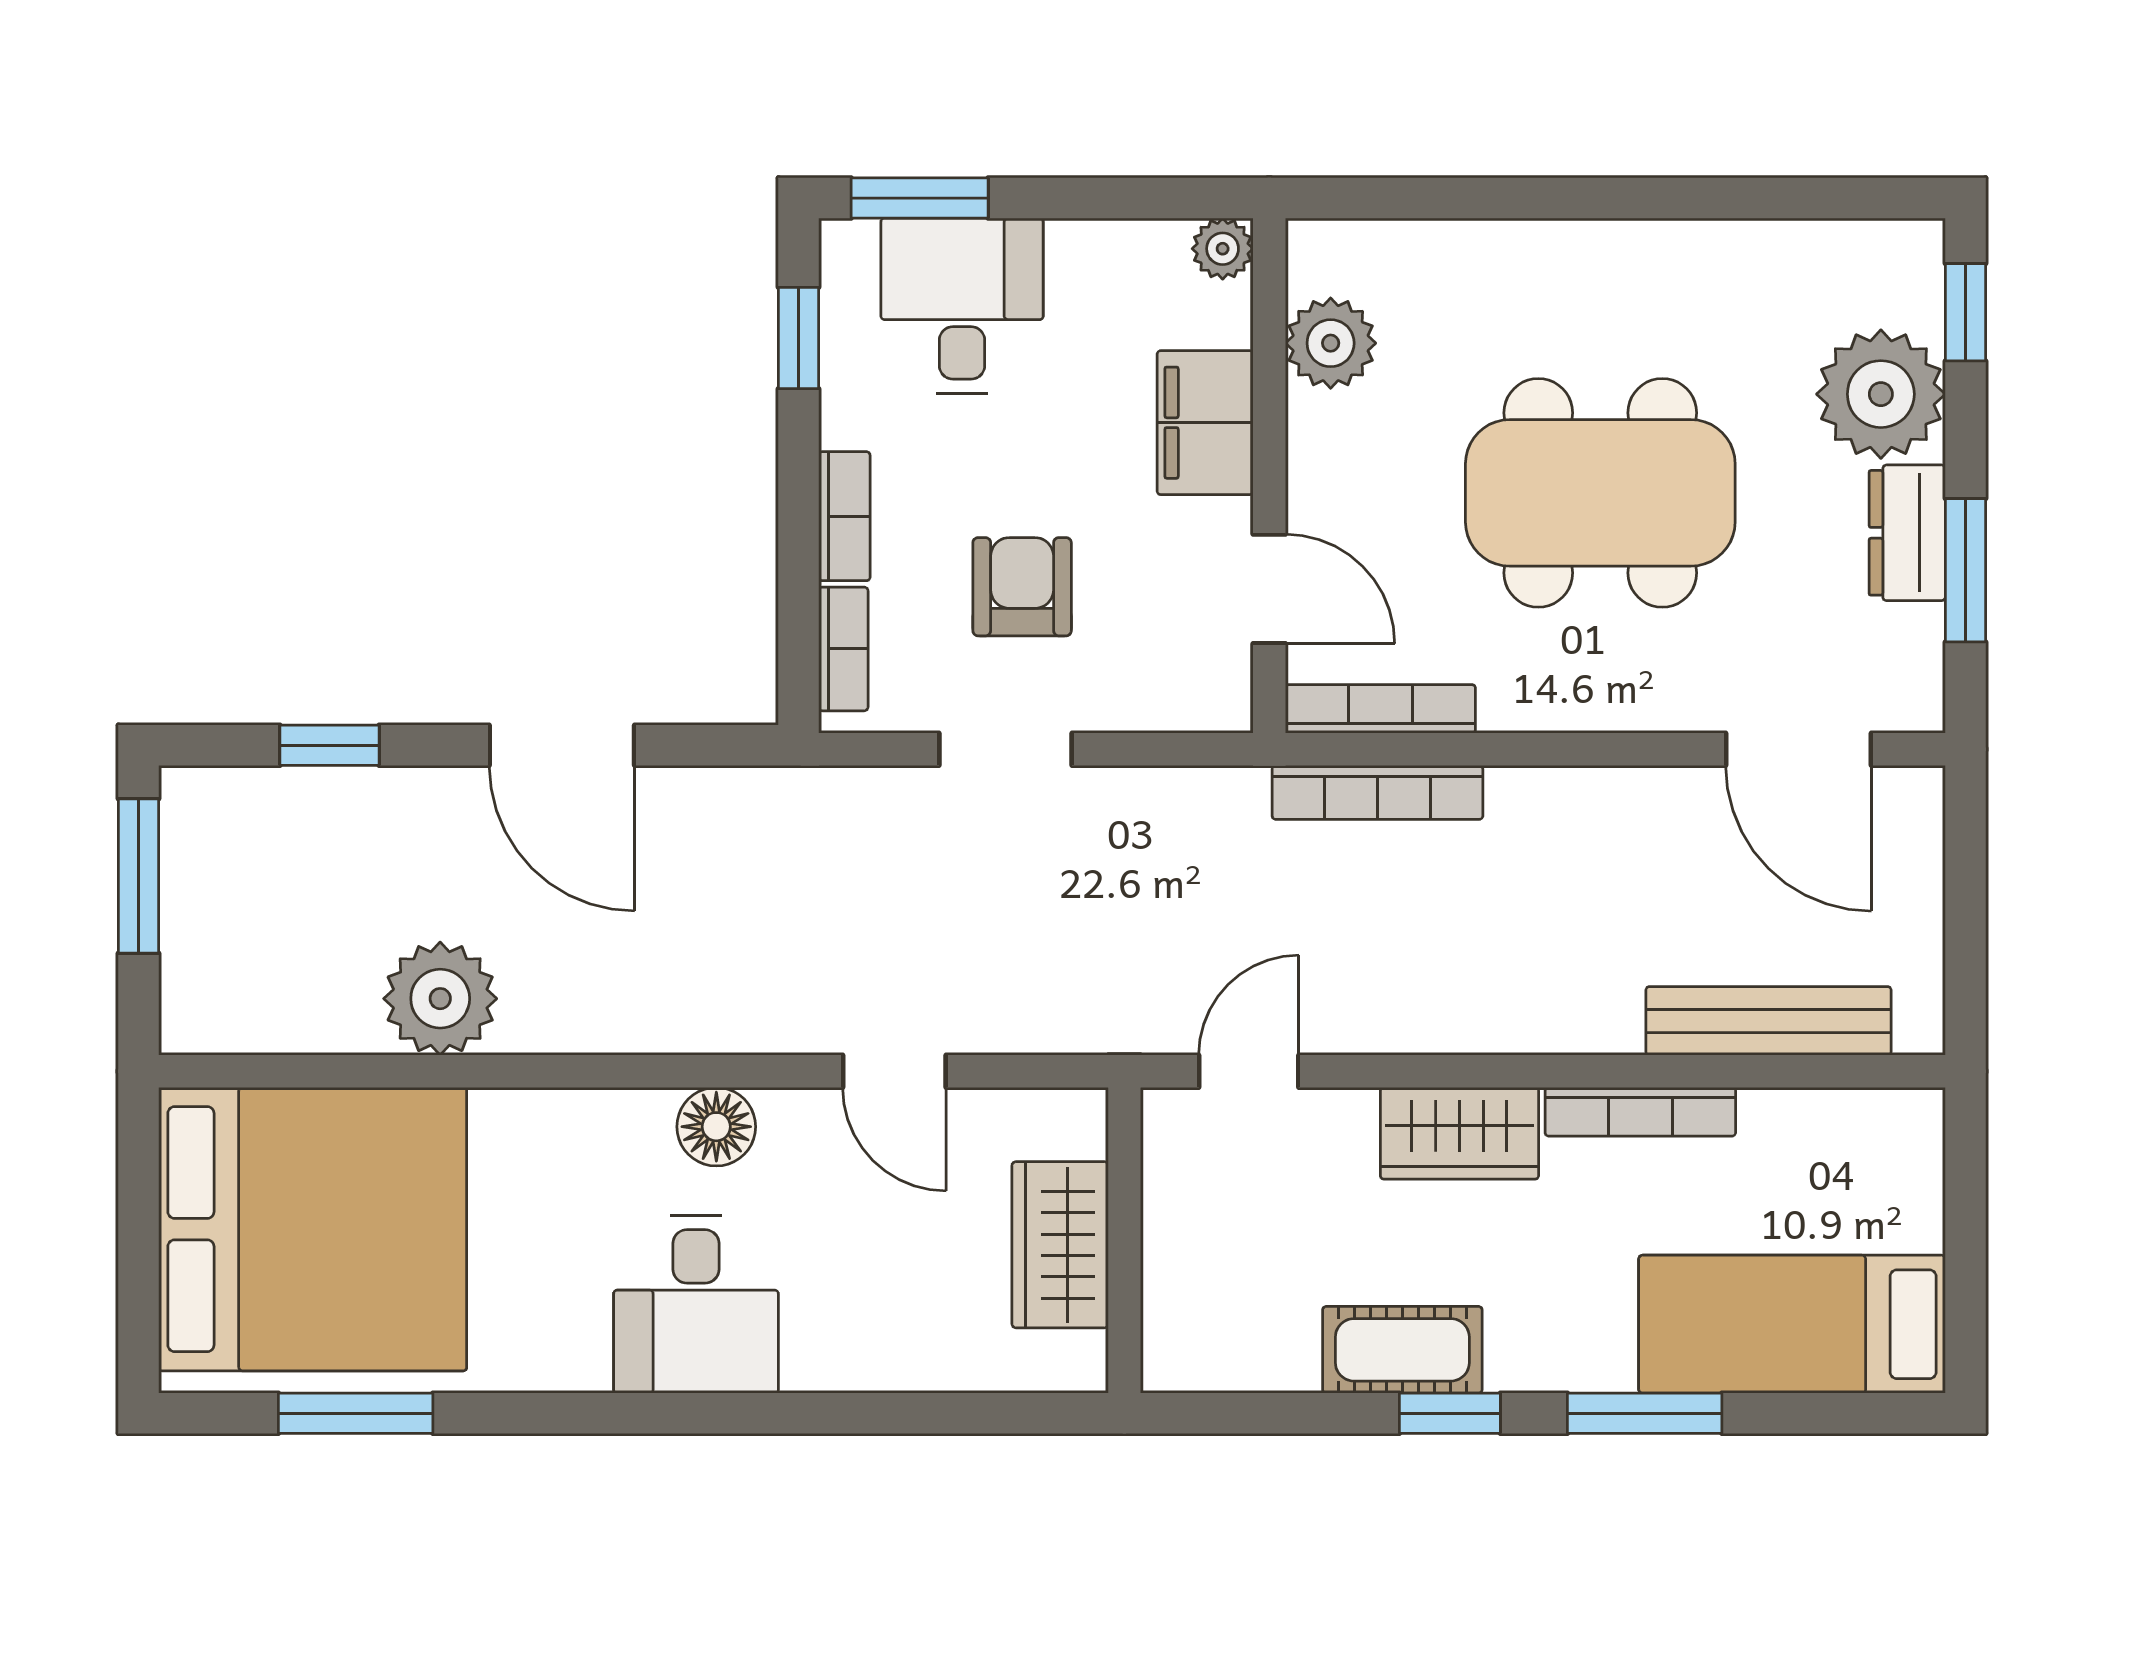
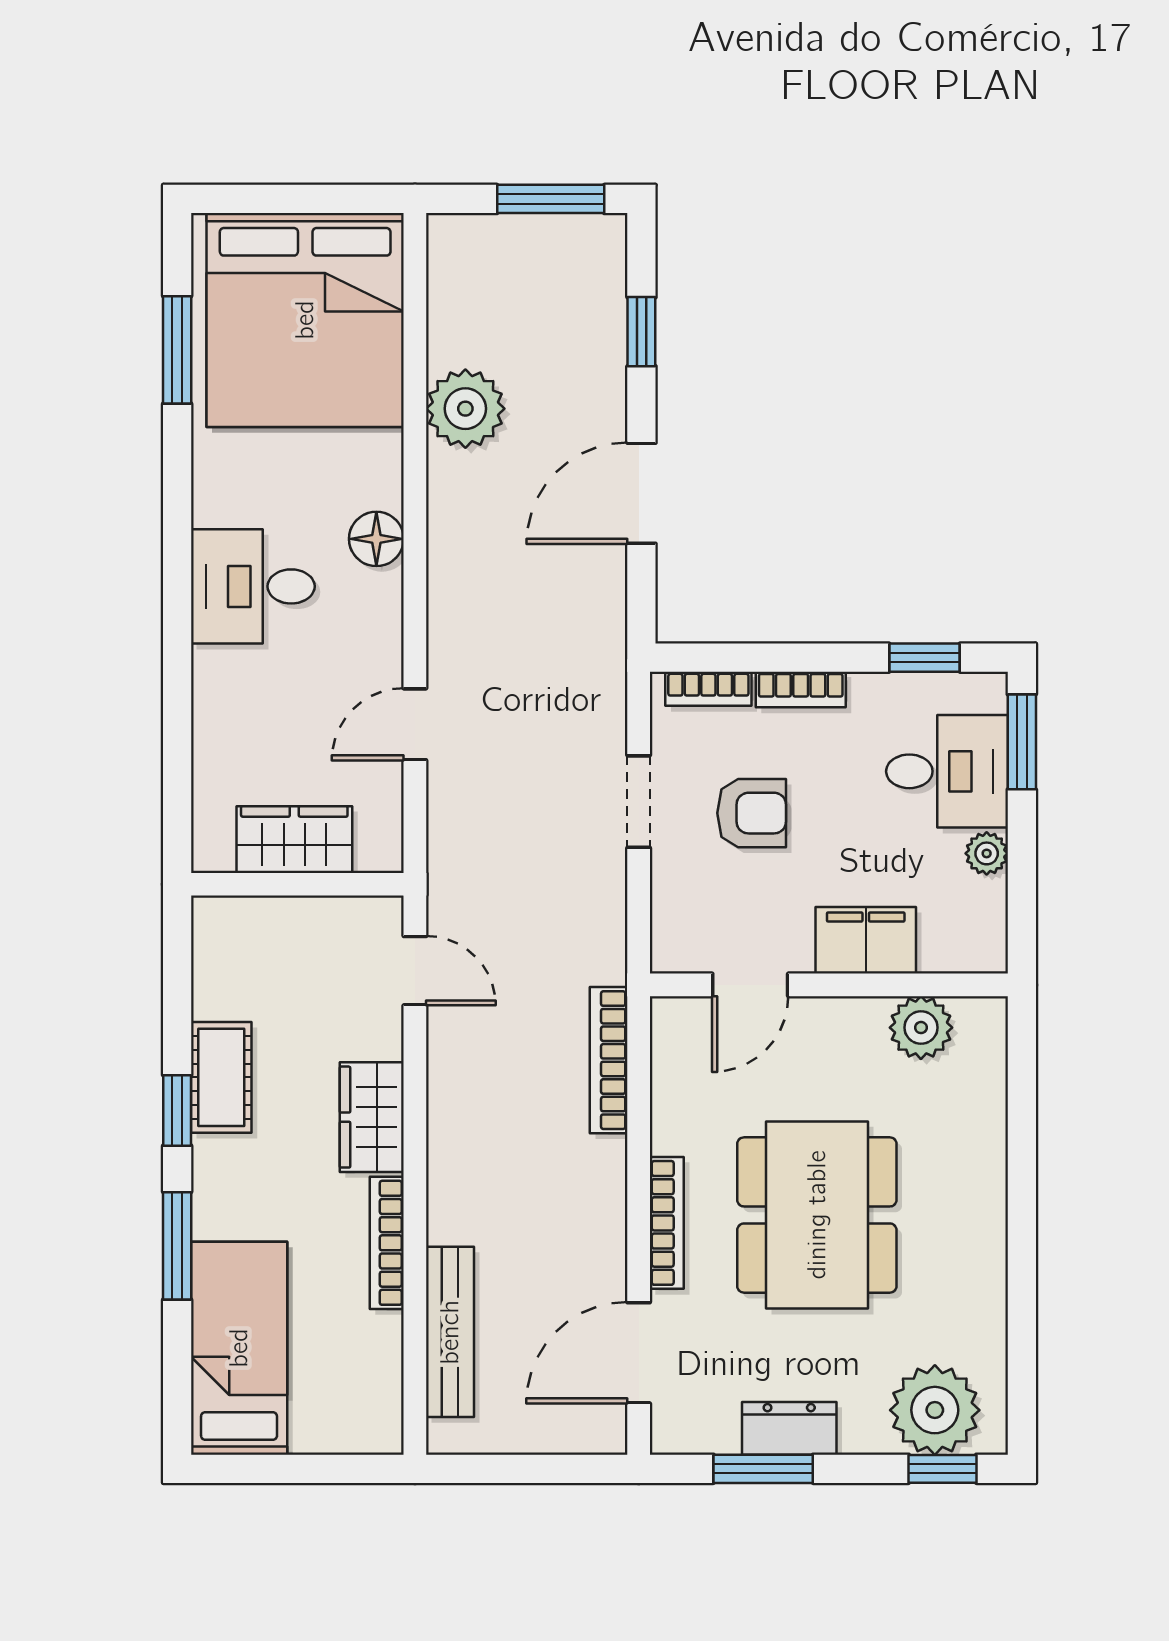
plant: (1223, 249) -> (987, 853), moved
plant: (1881, 394) -> (935, 1410), moved
bookcase: (1380, 709) -> (667, 1223), moved
floor lamp: (716, 1127) -> (376, 539), moved

